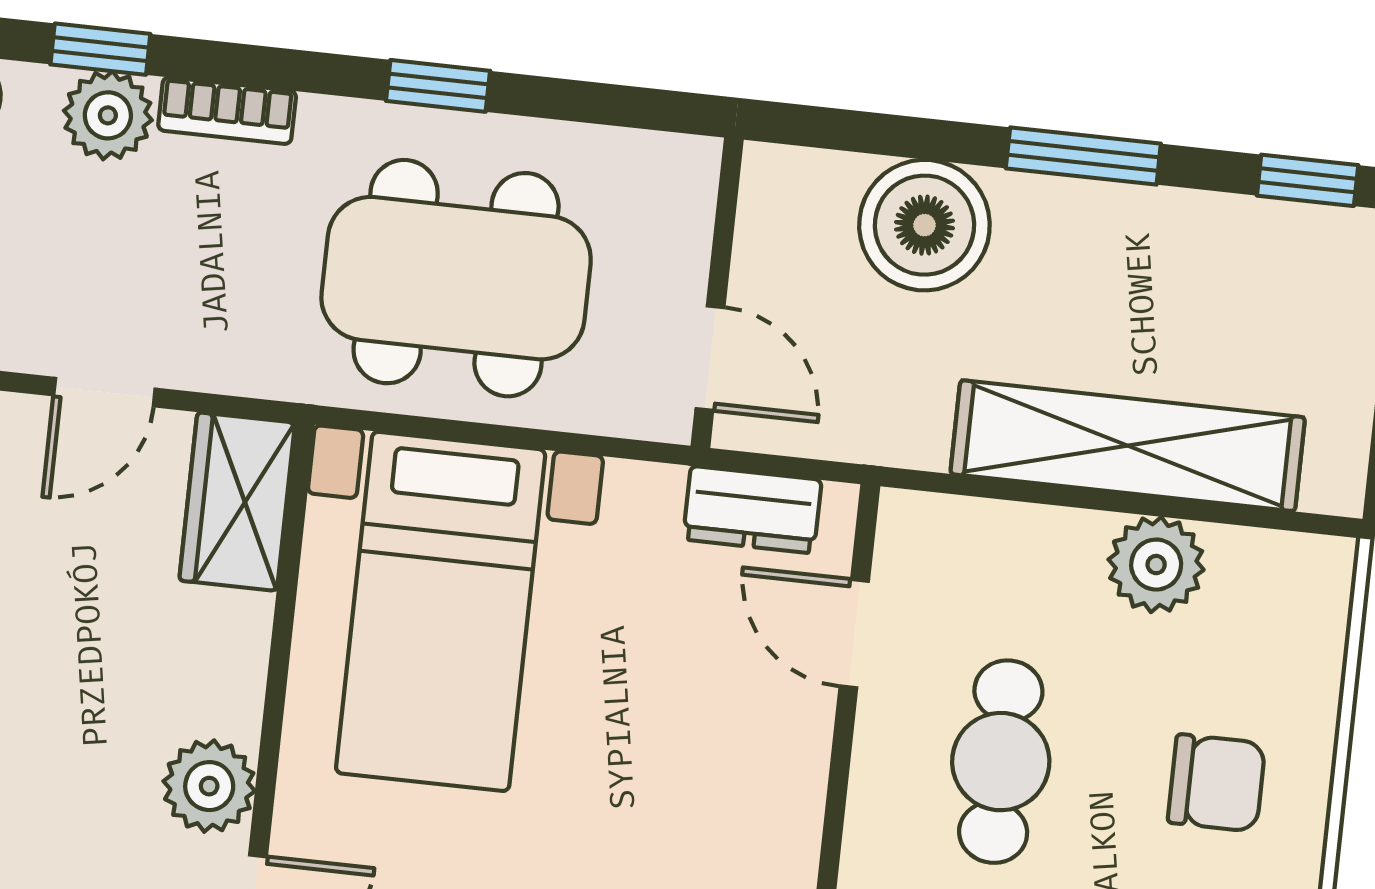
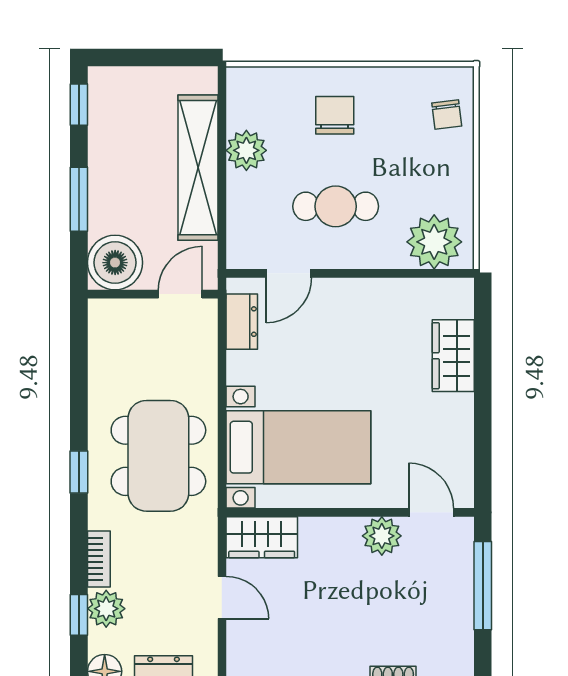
wall: (717, 293) -> (153, 294), moved
door: (710, 358) -> (180, 294), moved

